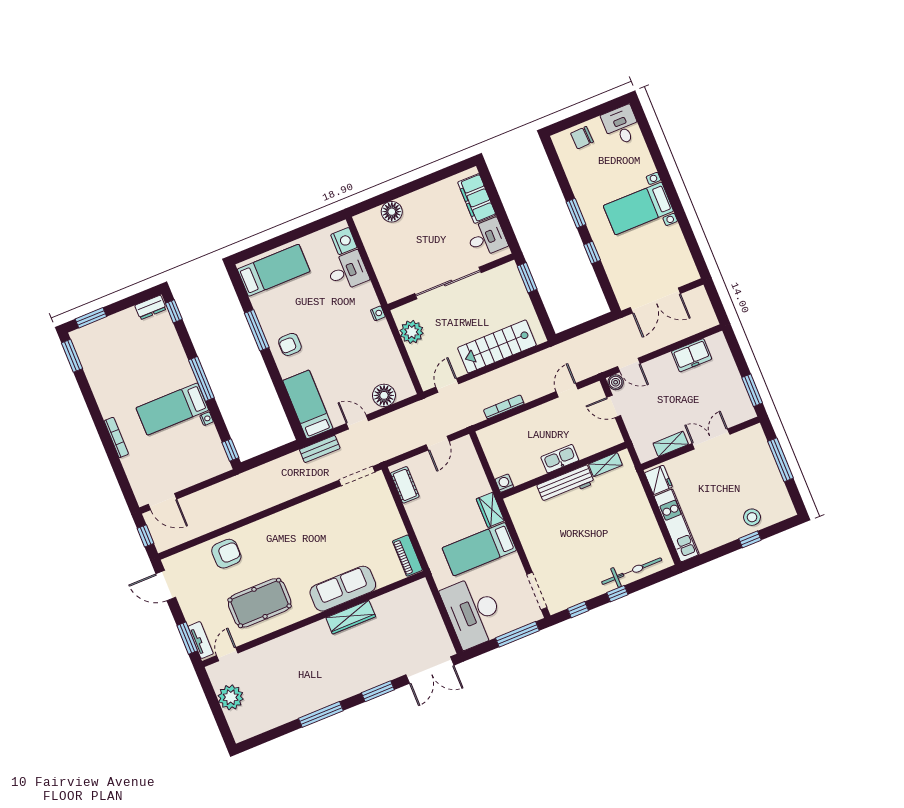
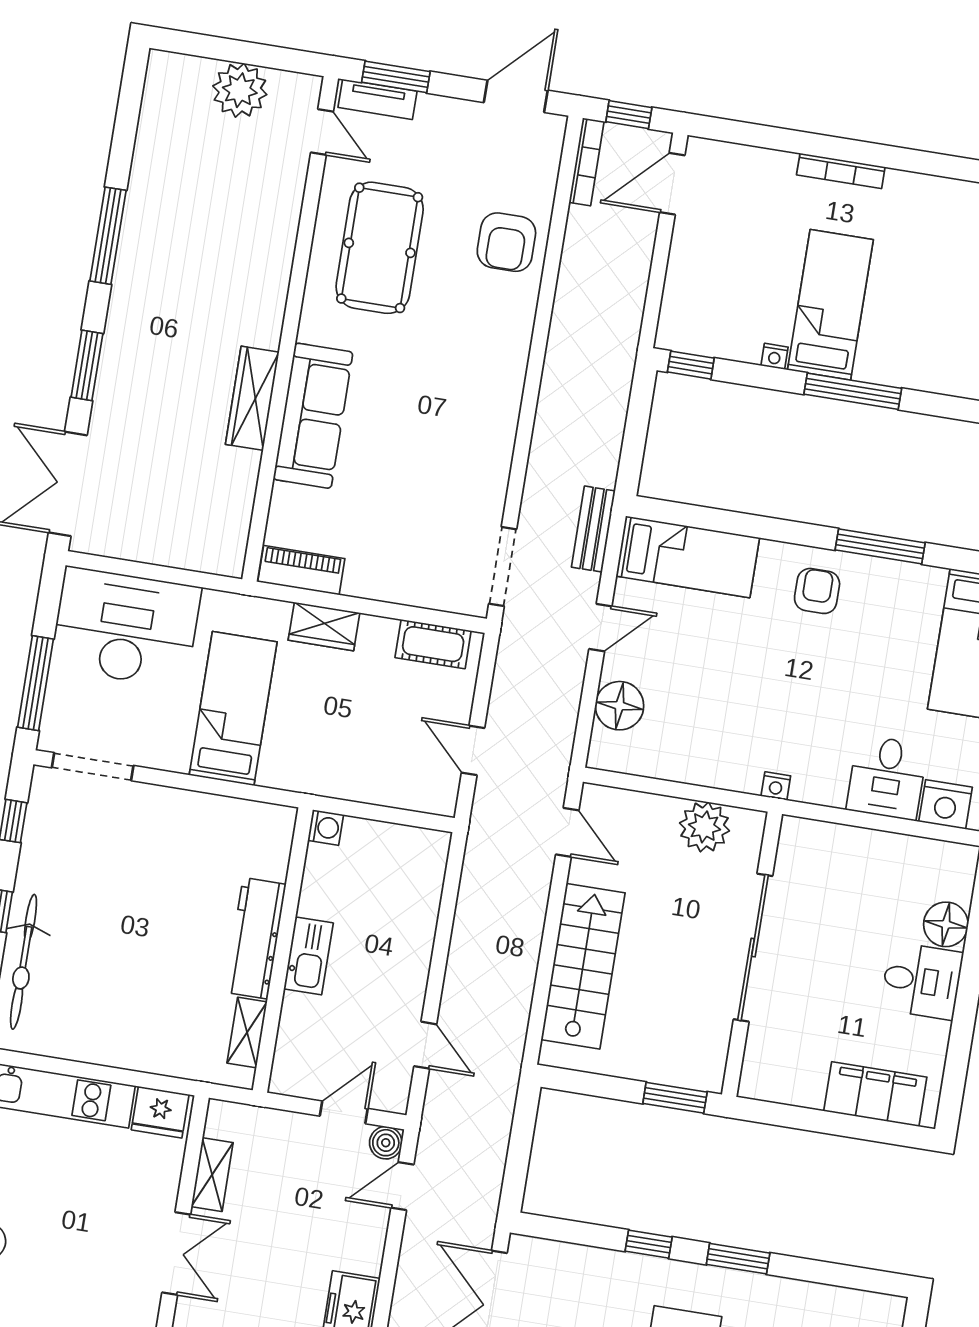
desk: (487, 238) -> (922, 981), moved, turned -90
bookcase: (504, 407) -> (587, 162), moved
wardrobe: (490, 510) -> (324, 626), moved, turned 180

